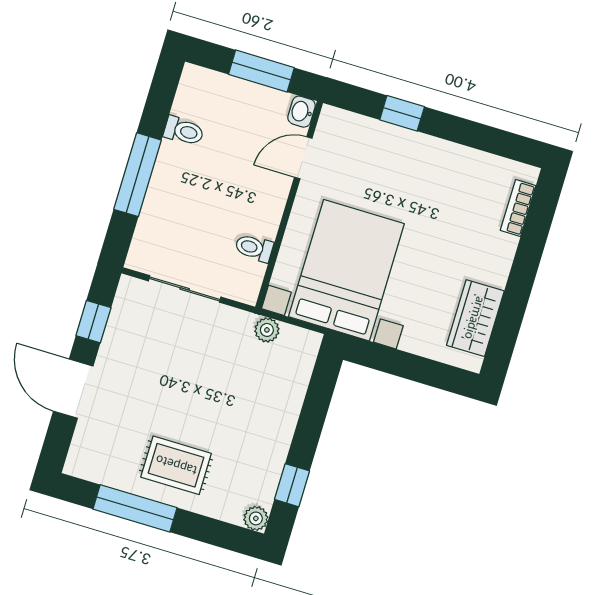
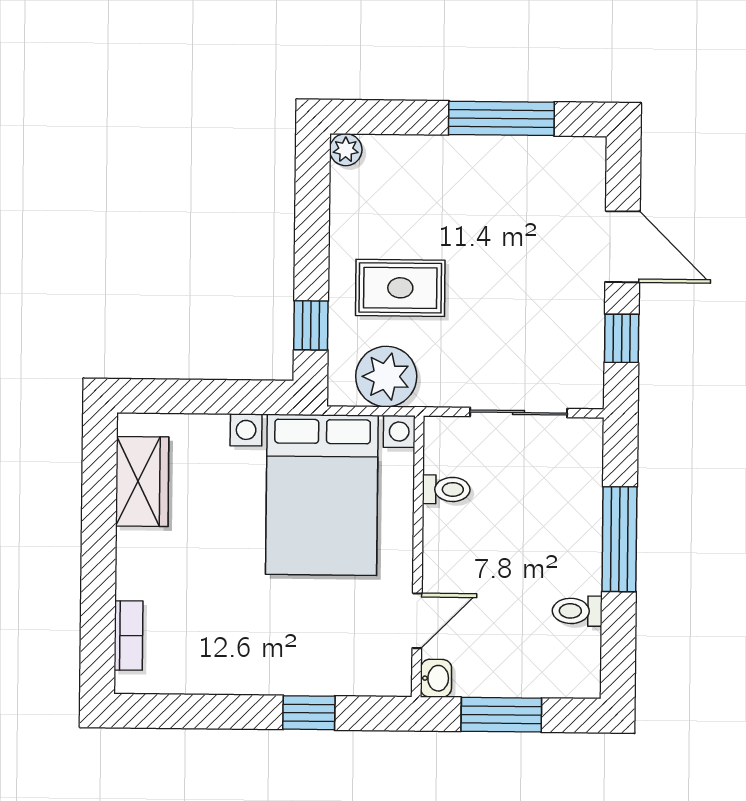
plant: (267, 330) -> (386, 377), width x1.87, depth x1.87
rug: (176, 465) -> (400, 288), moved
window: (292, 485) -> (311, 325), moved

